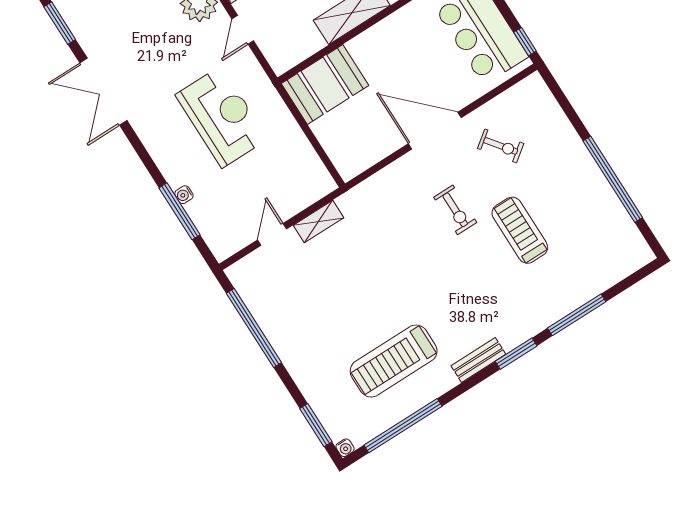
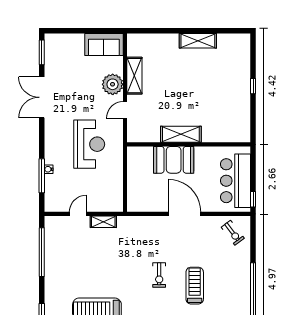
booth: (325, 85) -> (174, 160), moved
exercise bike: (501, 146) -> (233, 233), moved
exercise bike: (455, 210) -> (159, 275), moved

